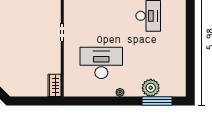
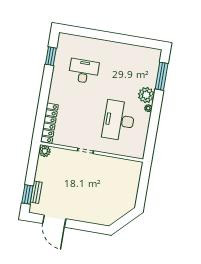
wardrobe: (55, 85) -> (132, 166), removed
plant: (151, 88) -> (146, 95), moved

